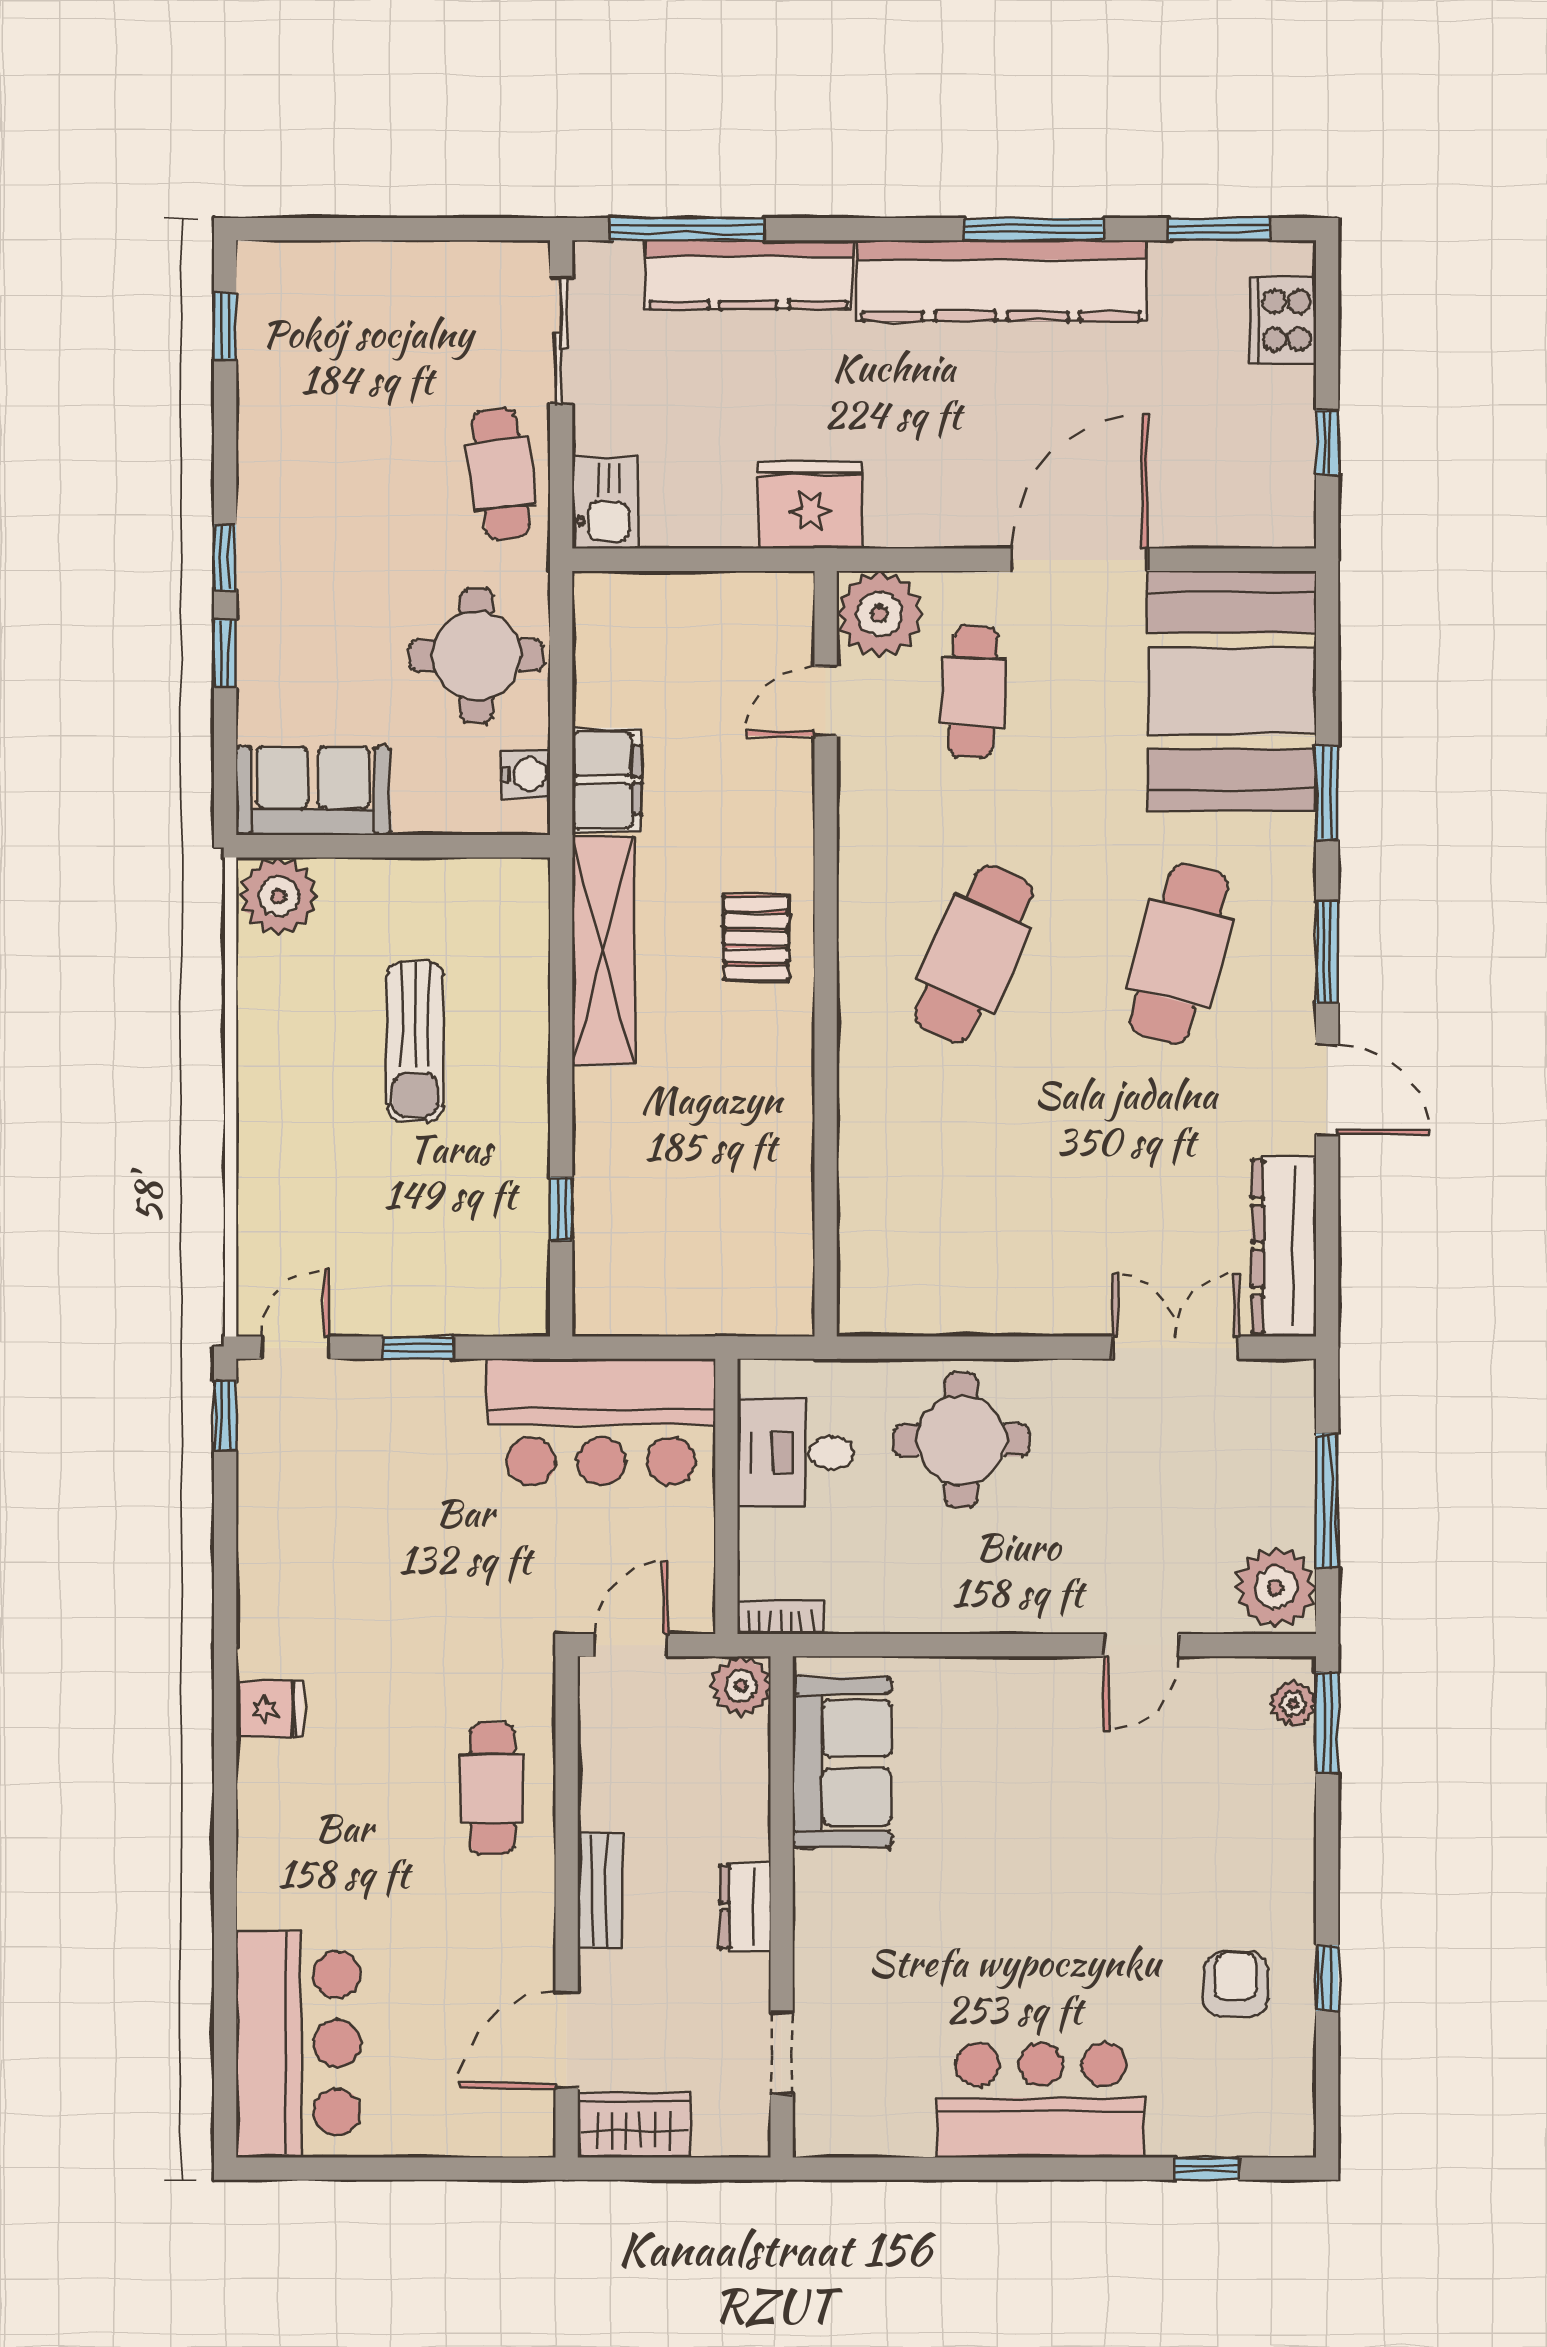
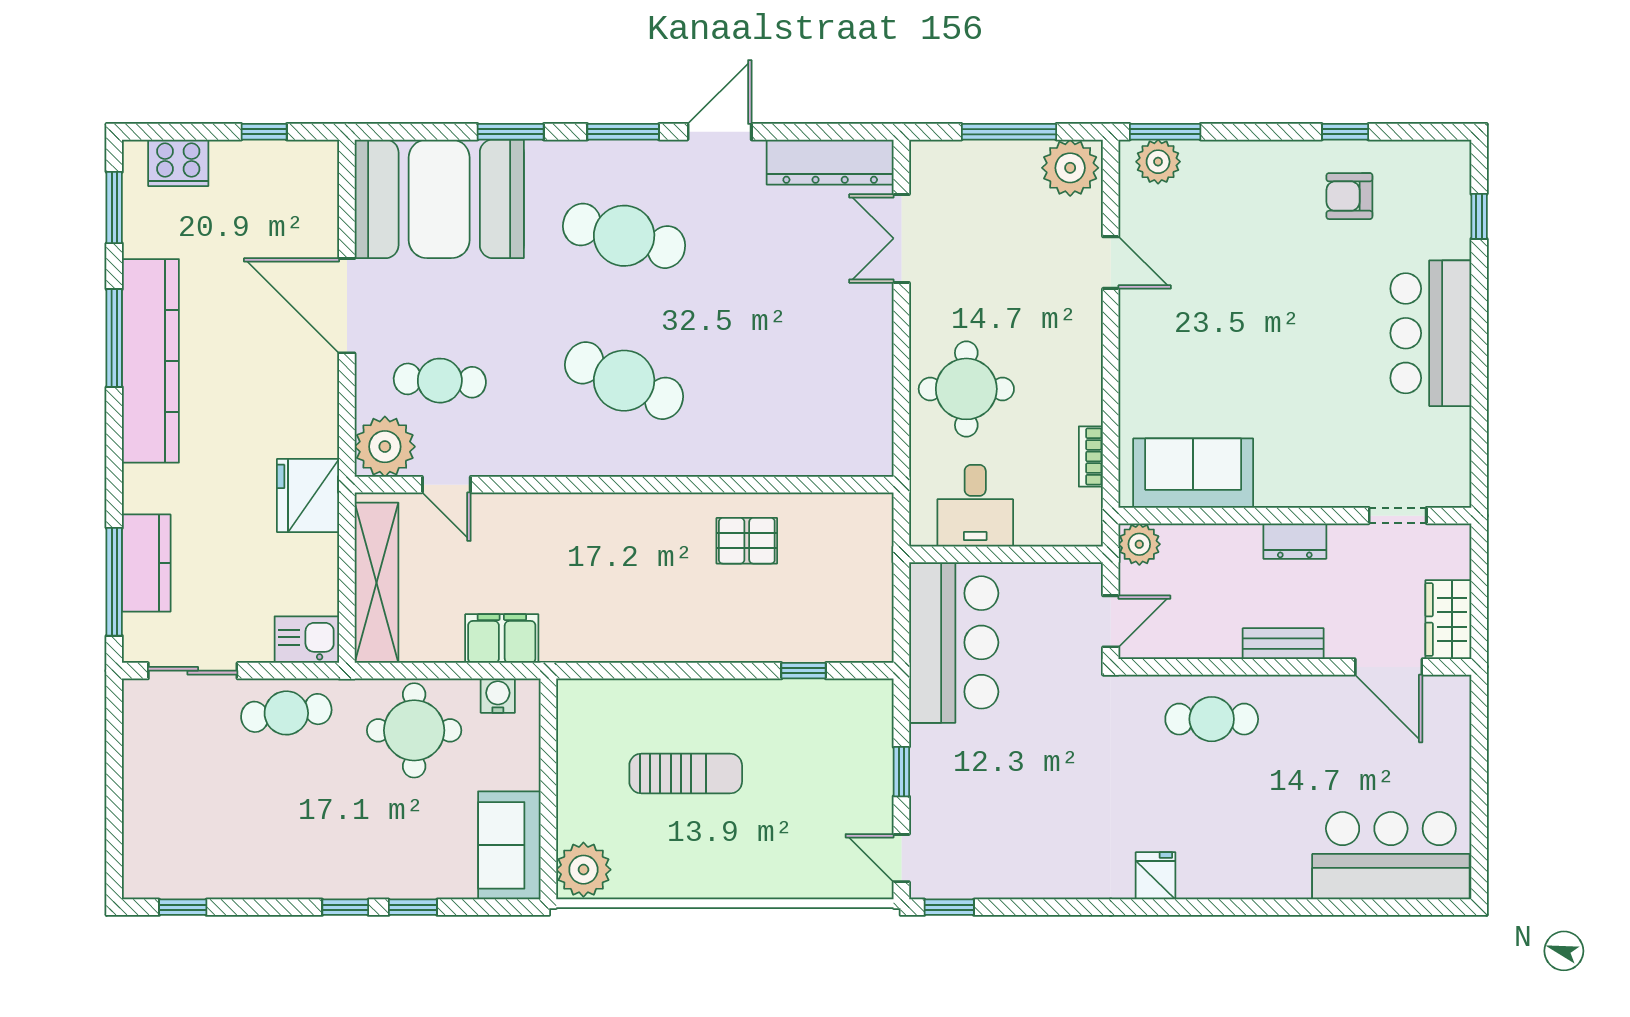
kitchen counter: (749, 275) -> (146, 563), width x0.67
pallet: (756, 938) -> (747, 541), moved
shelving: (603, 950) -> (376, 583), moved, turned 90
bookcase: (781, 1617) -> (1091, 456), moved
door: (631, 1645) -> (1111, 621), swing flipped
plant: (1293, 1704) -> (1158, 162), width x1.38, depth x1.38

